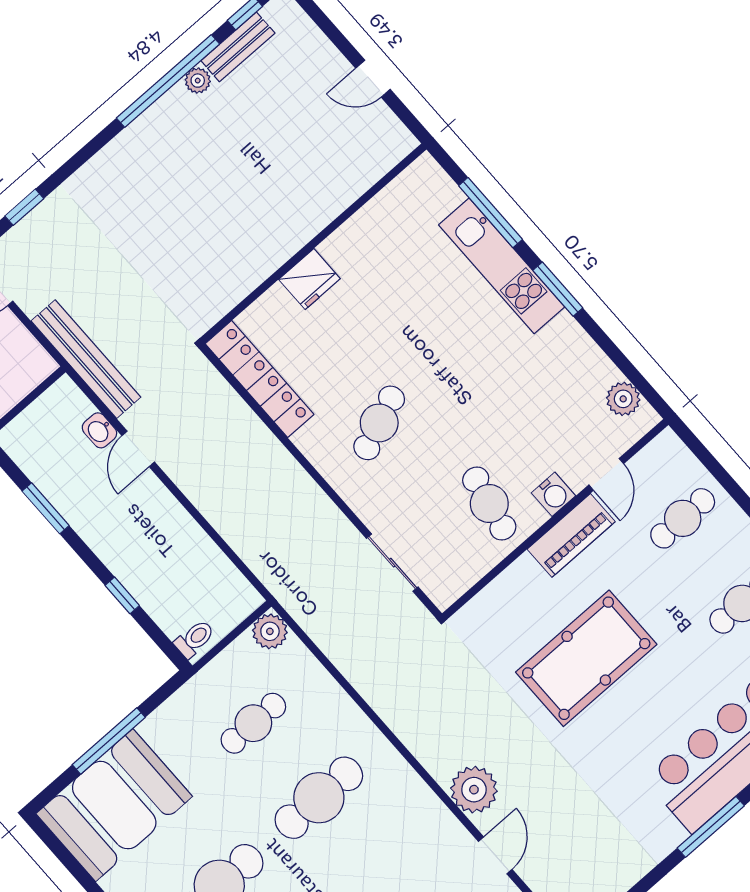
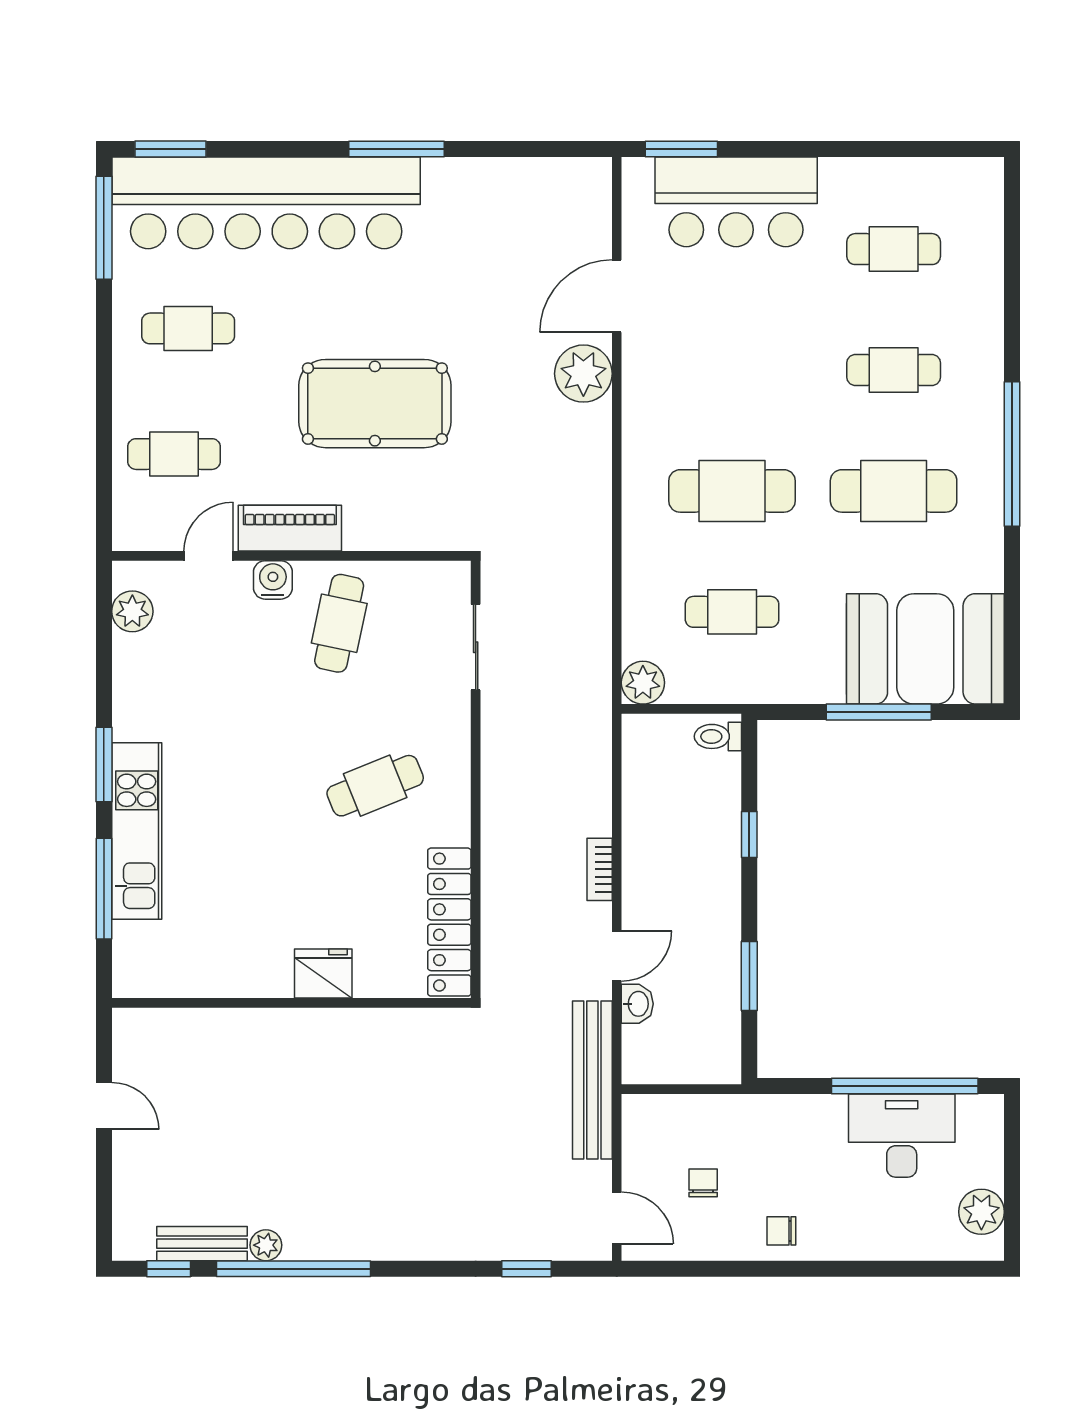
bookcase: (196, 493) -> (600, 869), added
door: (495, 855) -> (617, 296), width x1.38

